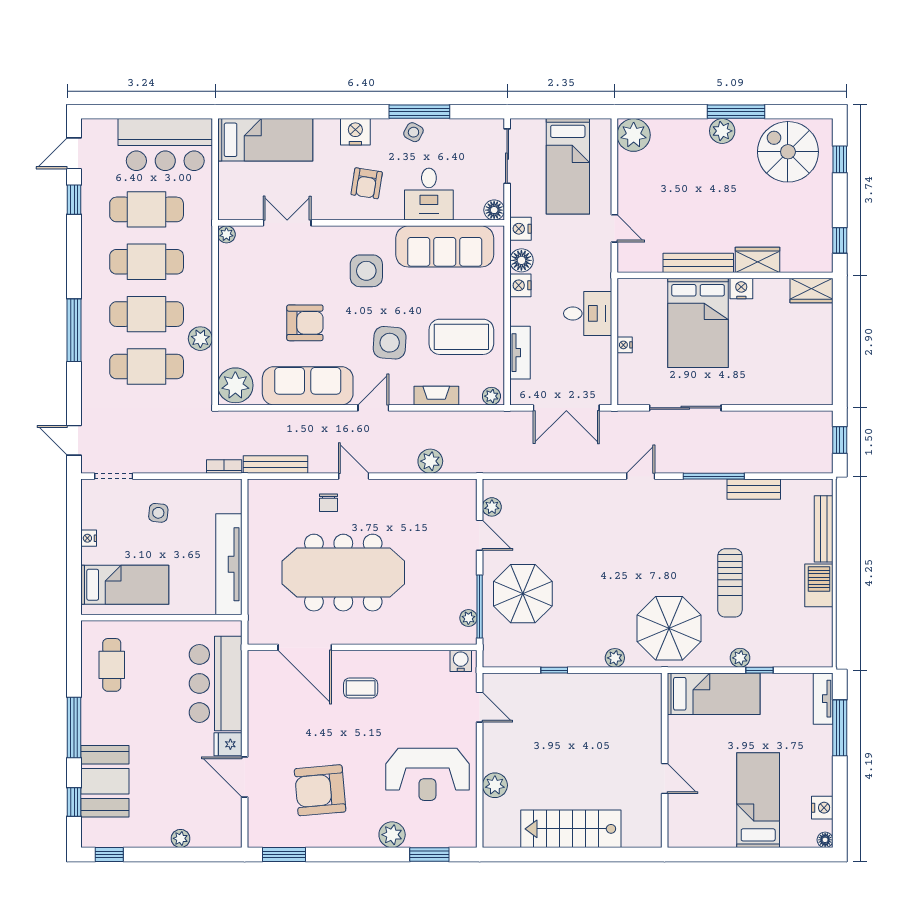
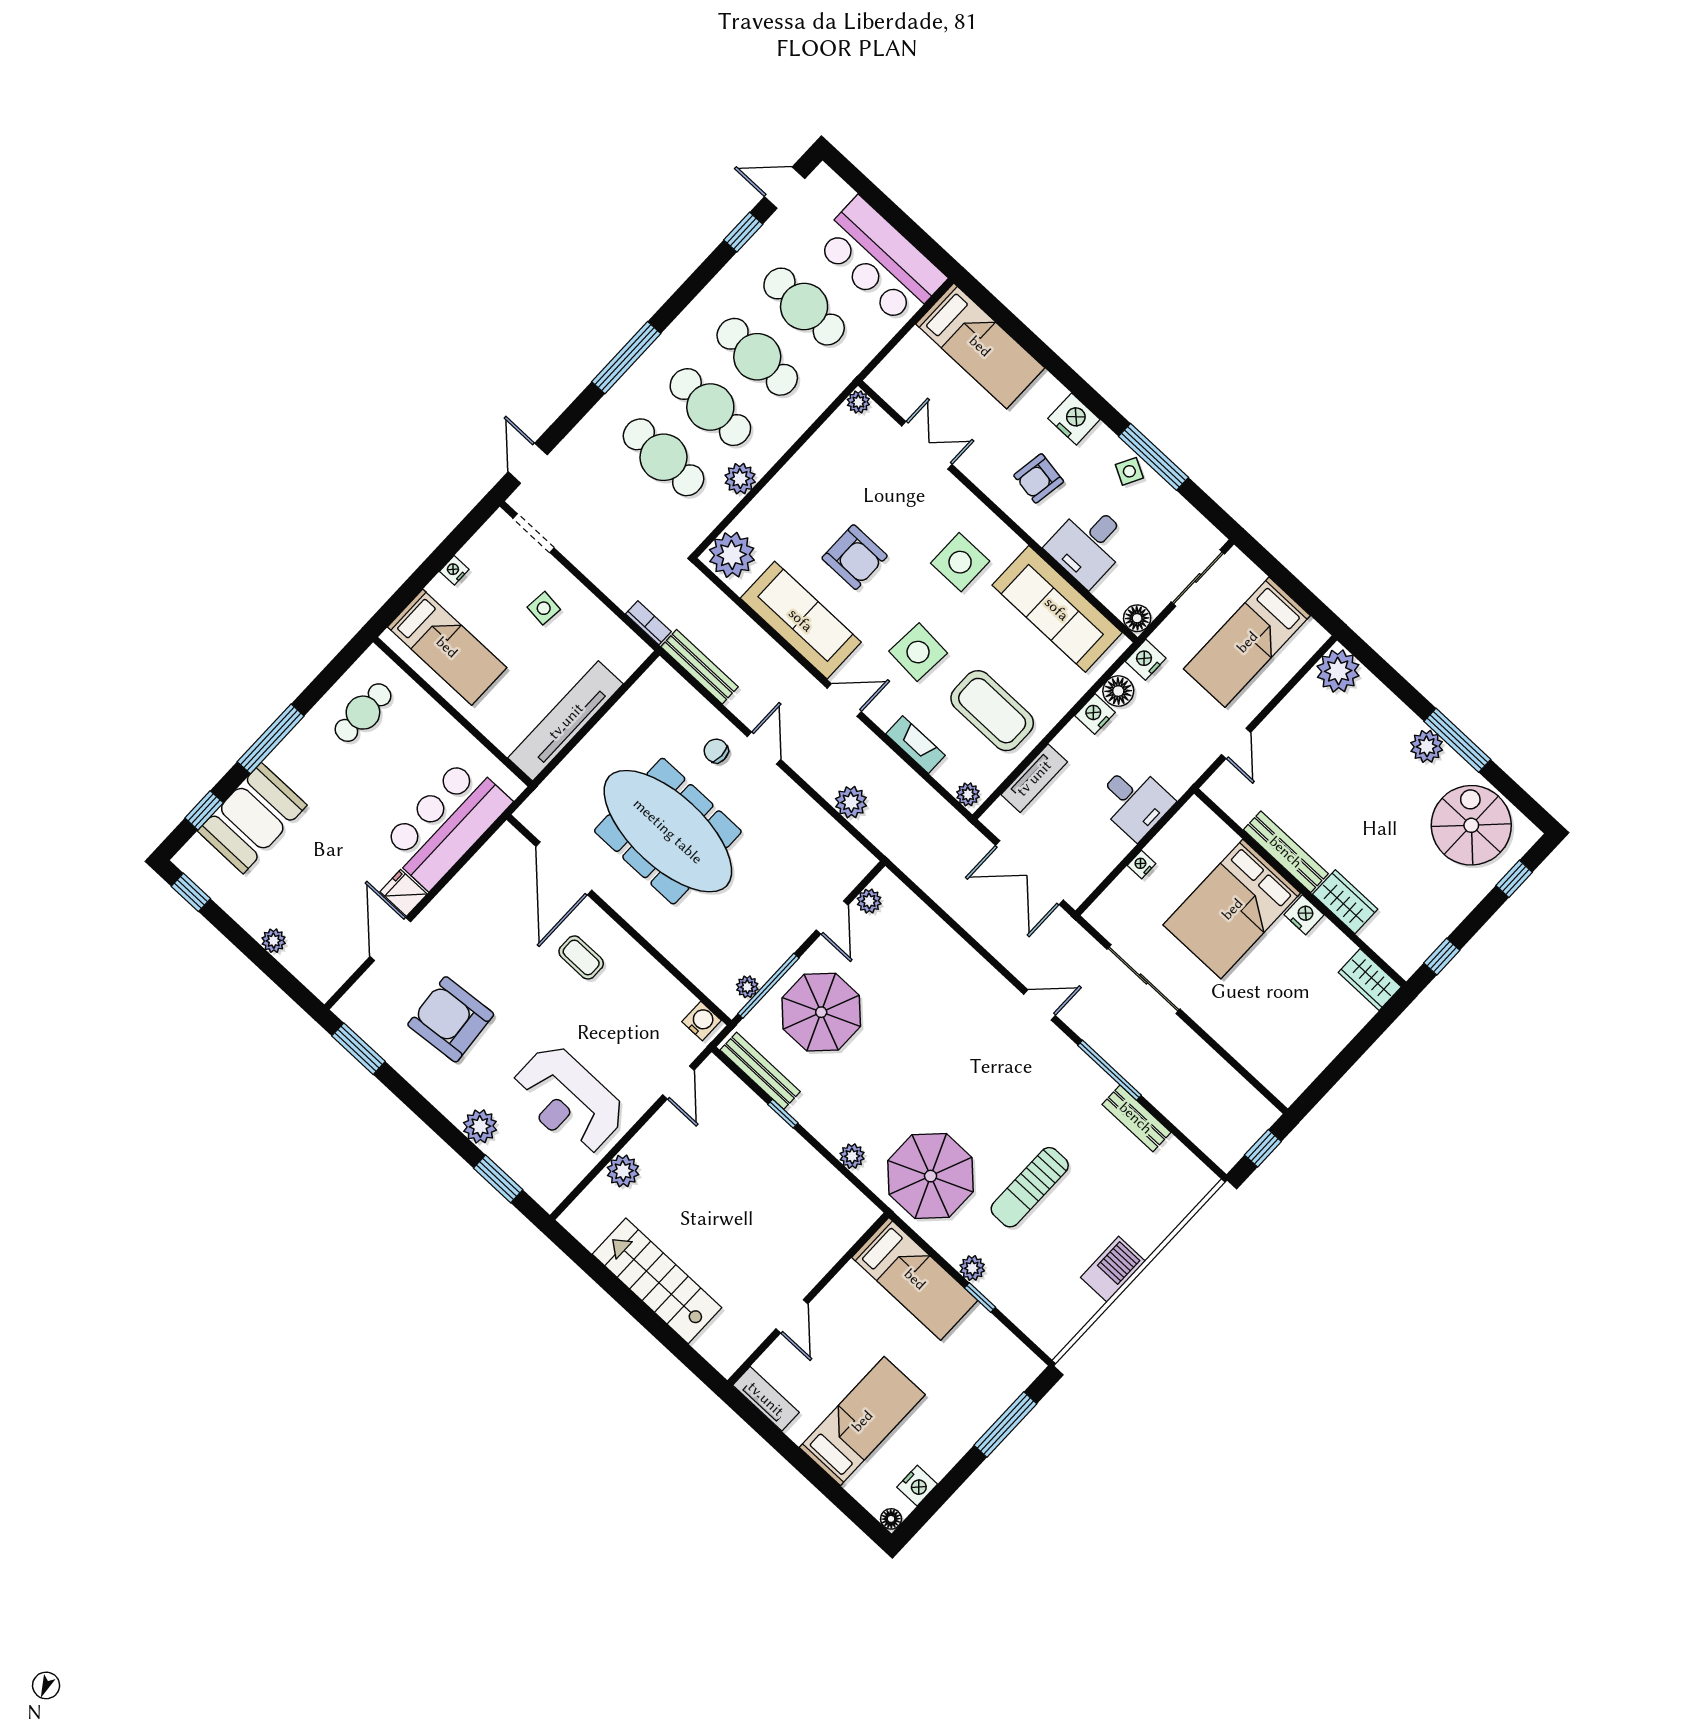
chair: (328, 503) -> (716, 751), turned 90
bench: (824, 529) -> (760, 1071), moved, turned 90
tv unit: (823, 699) -> (766, 1399), moved, turned 90

